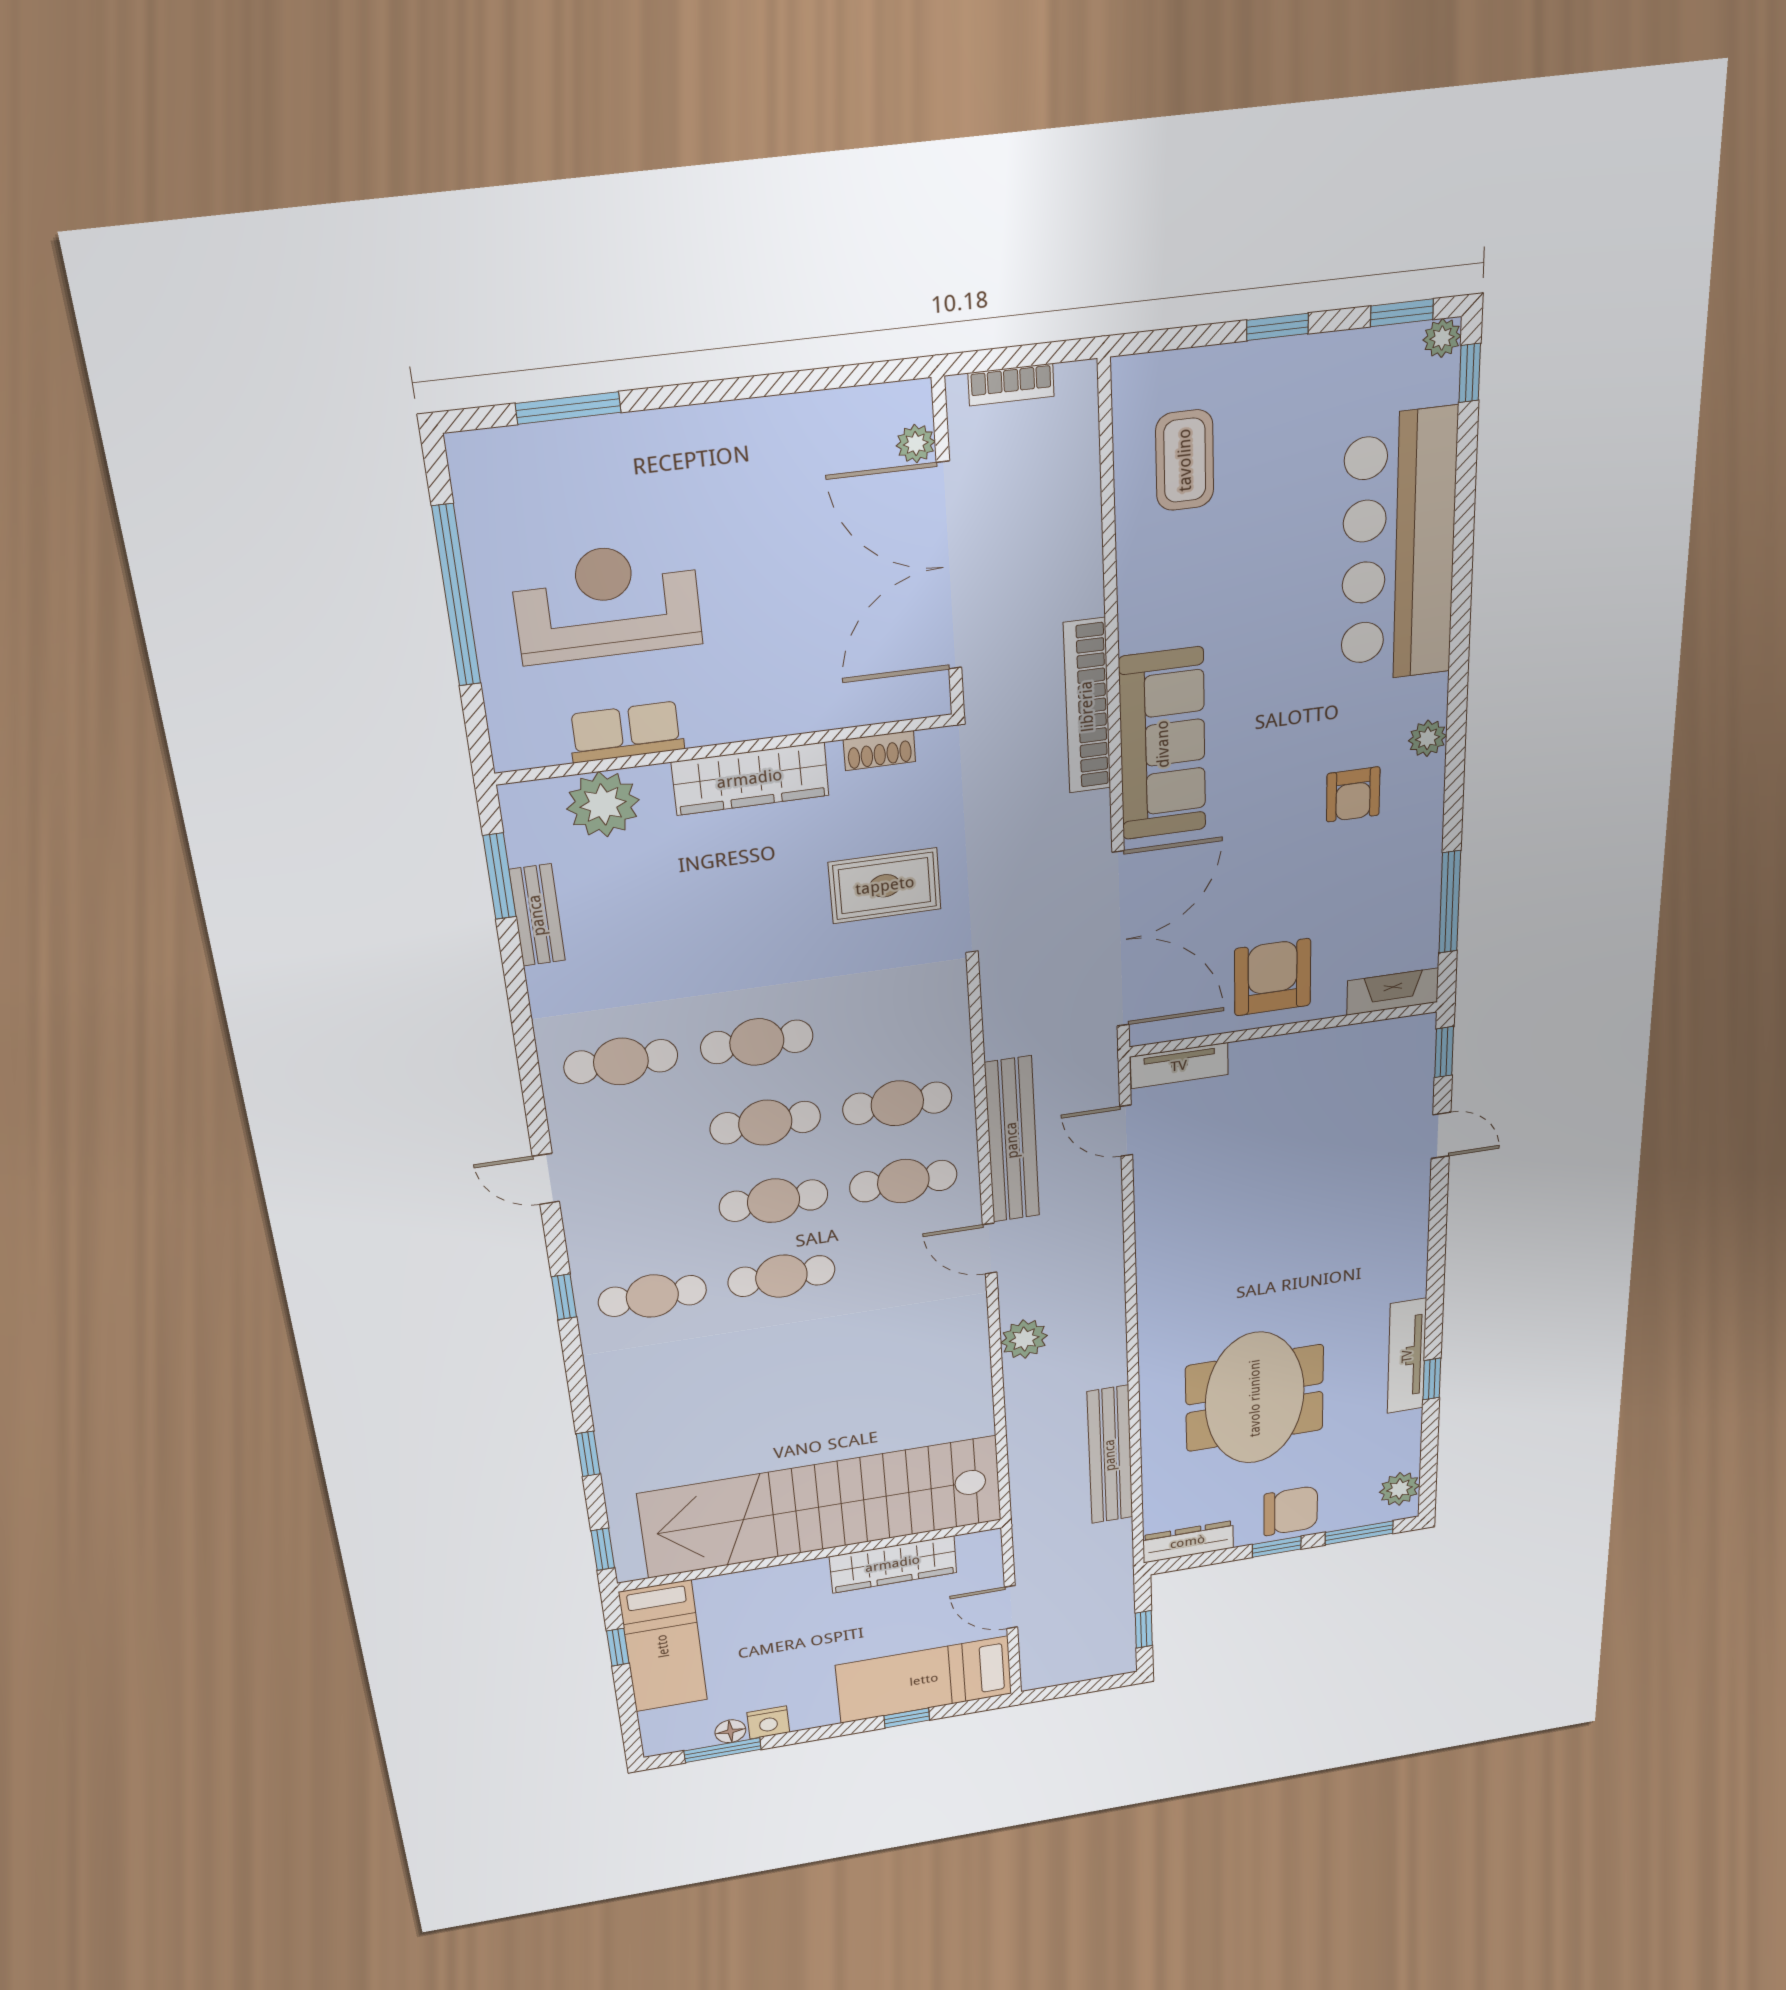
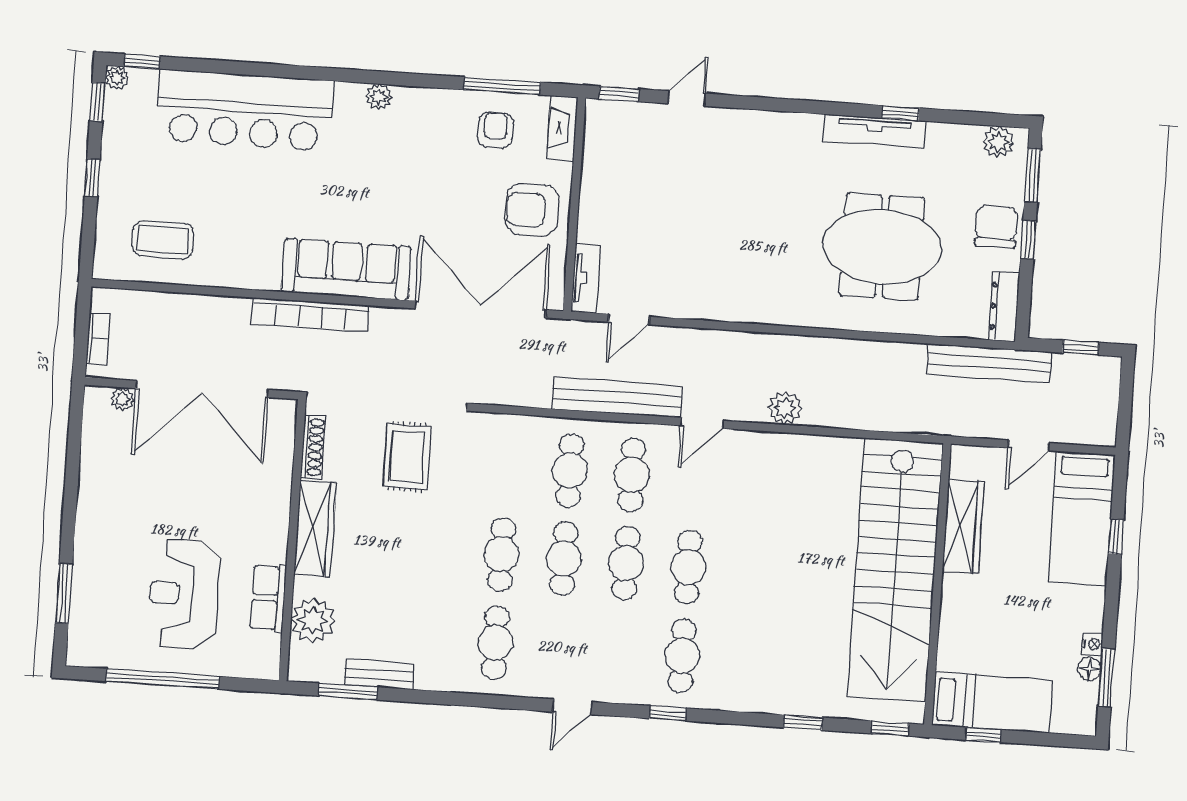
shoe rack: (879, 751) -> (313, 447), width x1.43
armchair: (1353, 794) -> (495, 130), moved, turned -90
bench: (1110, 1455) -> (989, 363), moved
nightstand: (768, 1722) -> (1092, 644), width x0.72, depth x0.74

